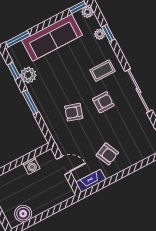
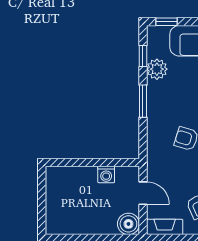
window: (18, 39) -> (167, 22), width x0.67
boiler: (23, 214) -> (128, 224), moved

